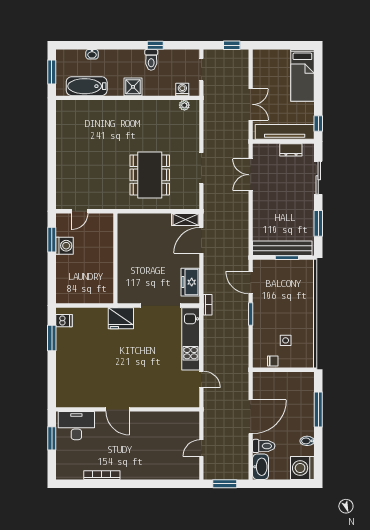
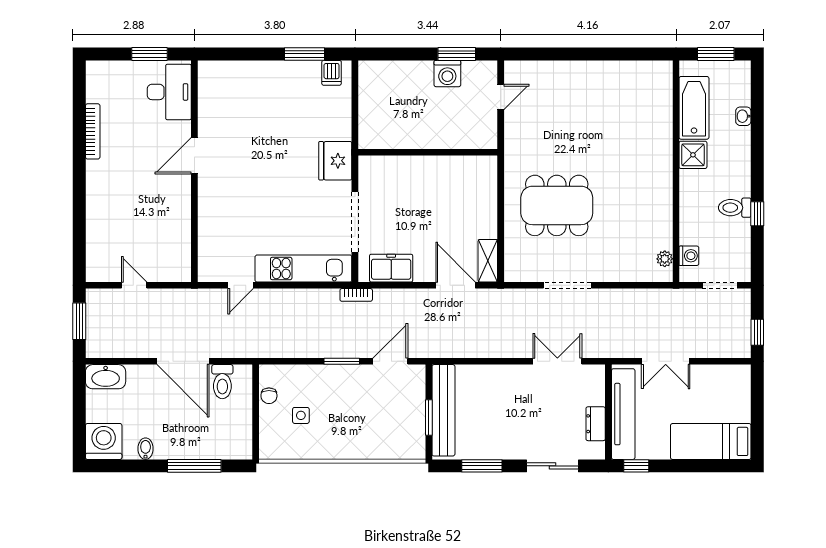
shower: (133, 87) -> (693, 155), moved
door: (80, 211) -> (501, 97), swing flipped
toilet: (264, 446) -> (222, 382), moved

